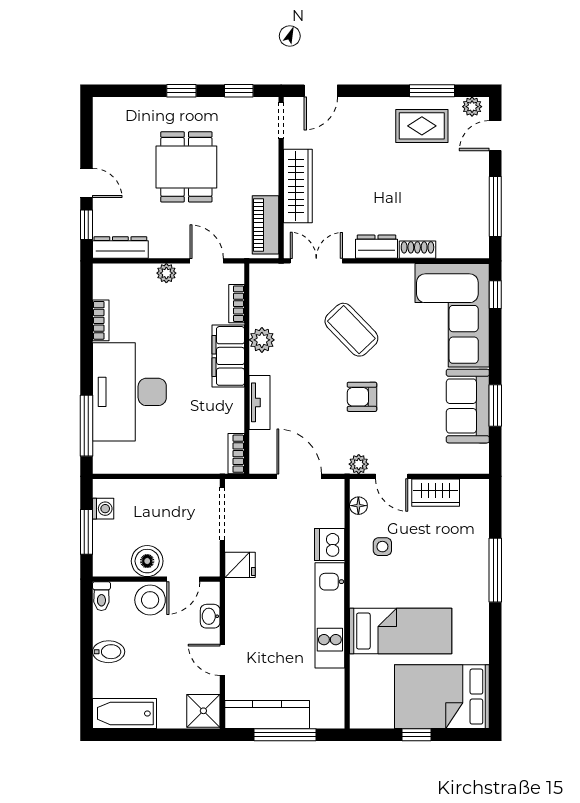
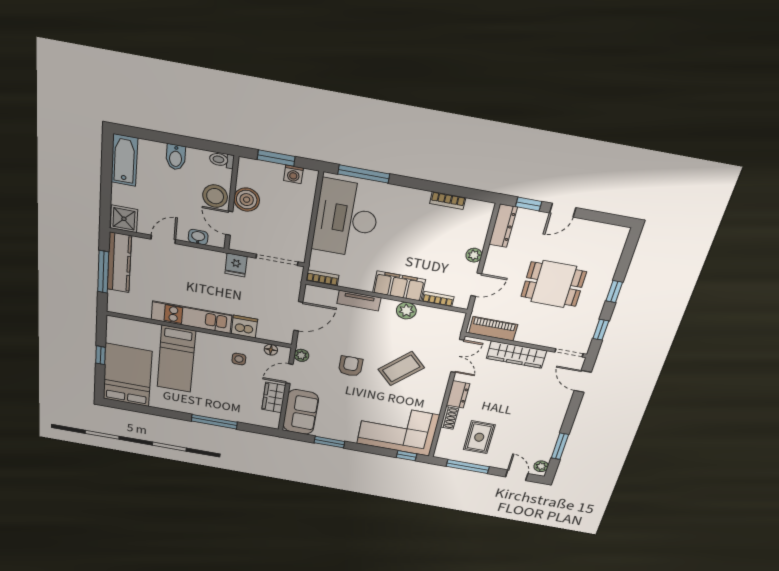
rug: (422, 126) -> (479, 437), moved
desk: (129, 392) -> (346, 219), moved, turned -90
sofa: (468, 406) -> (301, 412), moved, turned 90

